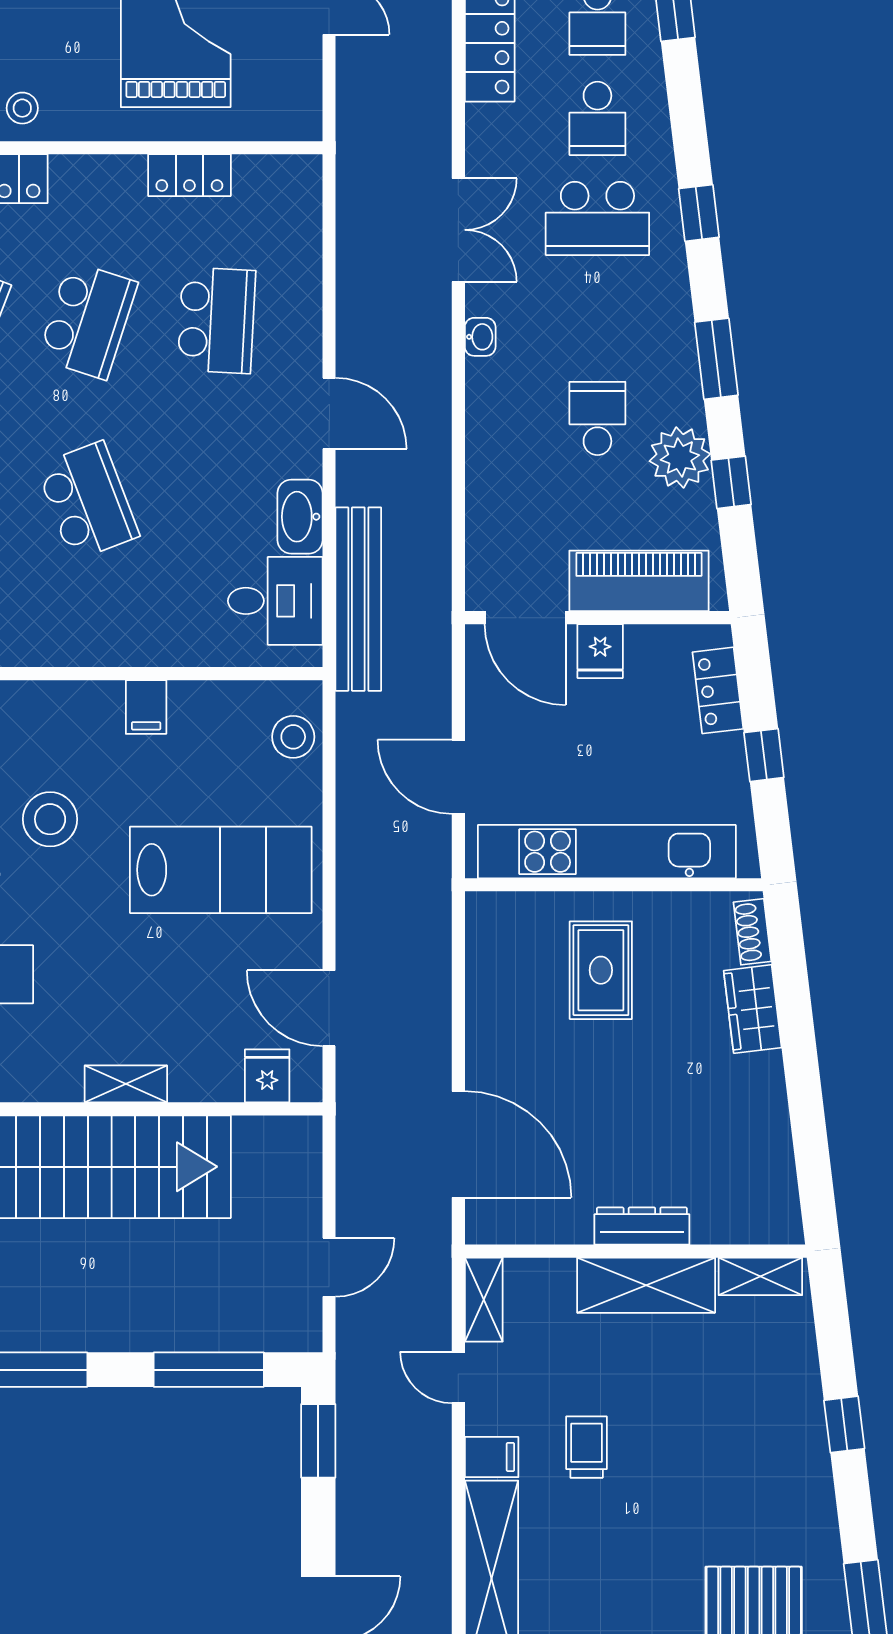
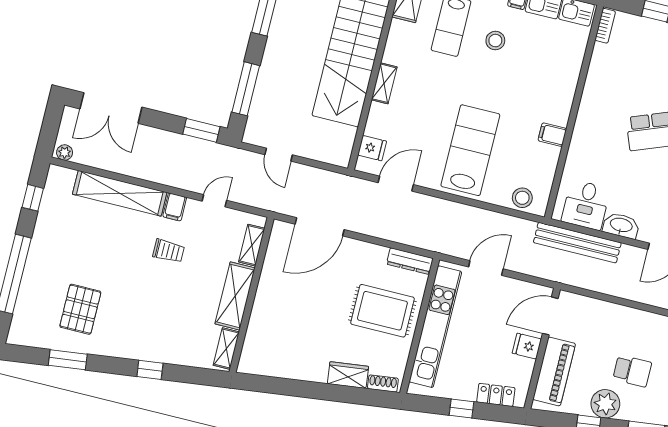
stool: (50, 819) -> (512, 79), removed
lab bench: (221, 870) -> (470, 150), turned 180
rug: (601, 970) -> (382, 311), width x1.36, depth x1.43
dresser: (642, 1226) -> (410, 261), moved, turned 90
shelving: (484, 1300) -> (252, 245), moved, turned 90

